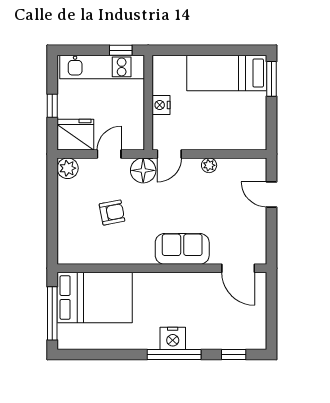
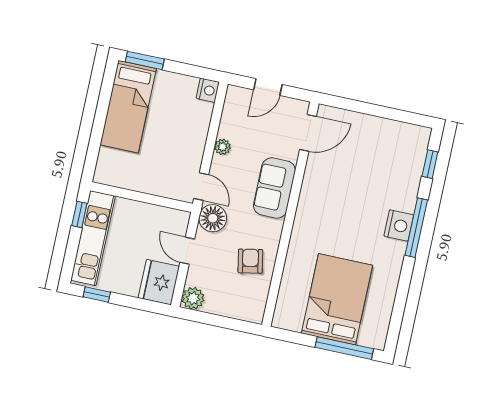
nightstand: (161, 105) -> (208, 90), moved, turned -90
window: (52, 106) -> (97, 295), moved
sofa: (182, 249) -> (274, 188), moved
wall: (162, 268) -> (290, 214), moved
door: (238, 268) -> (308, 133), moved

